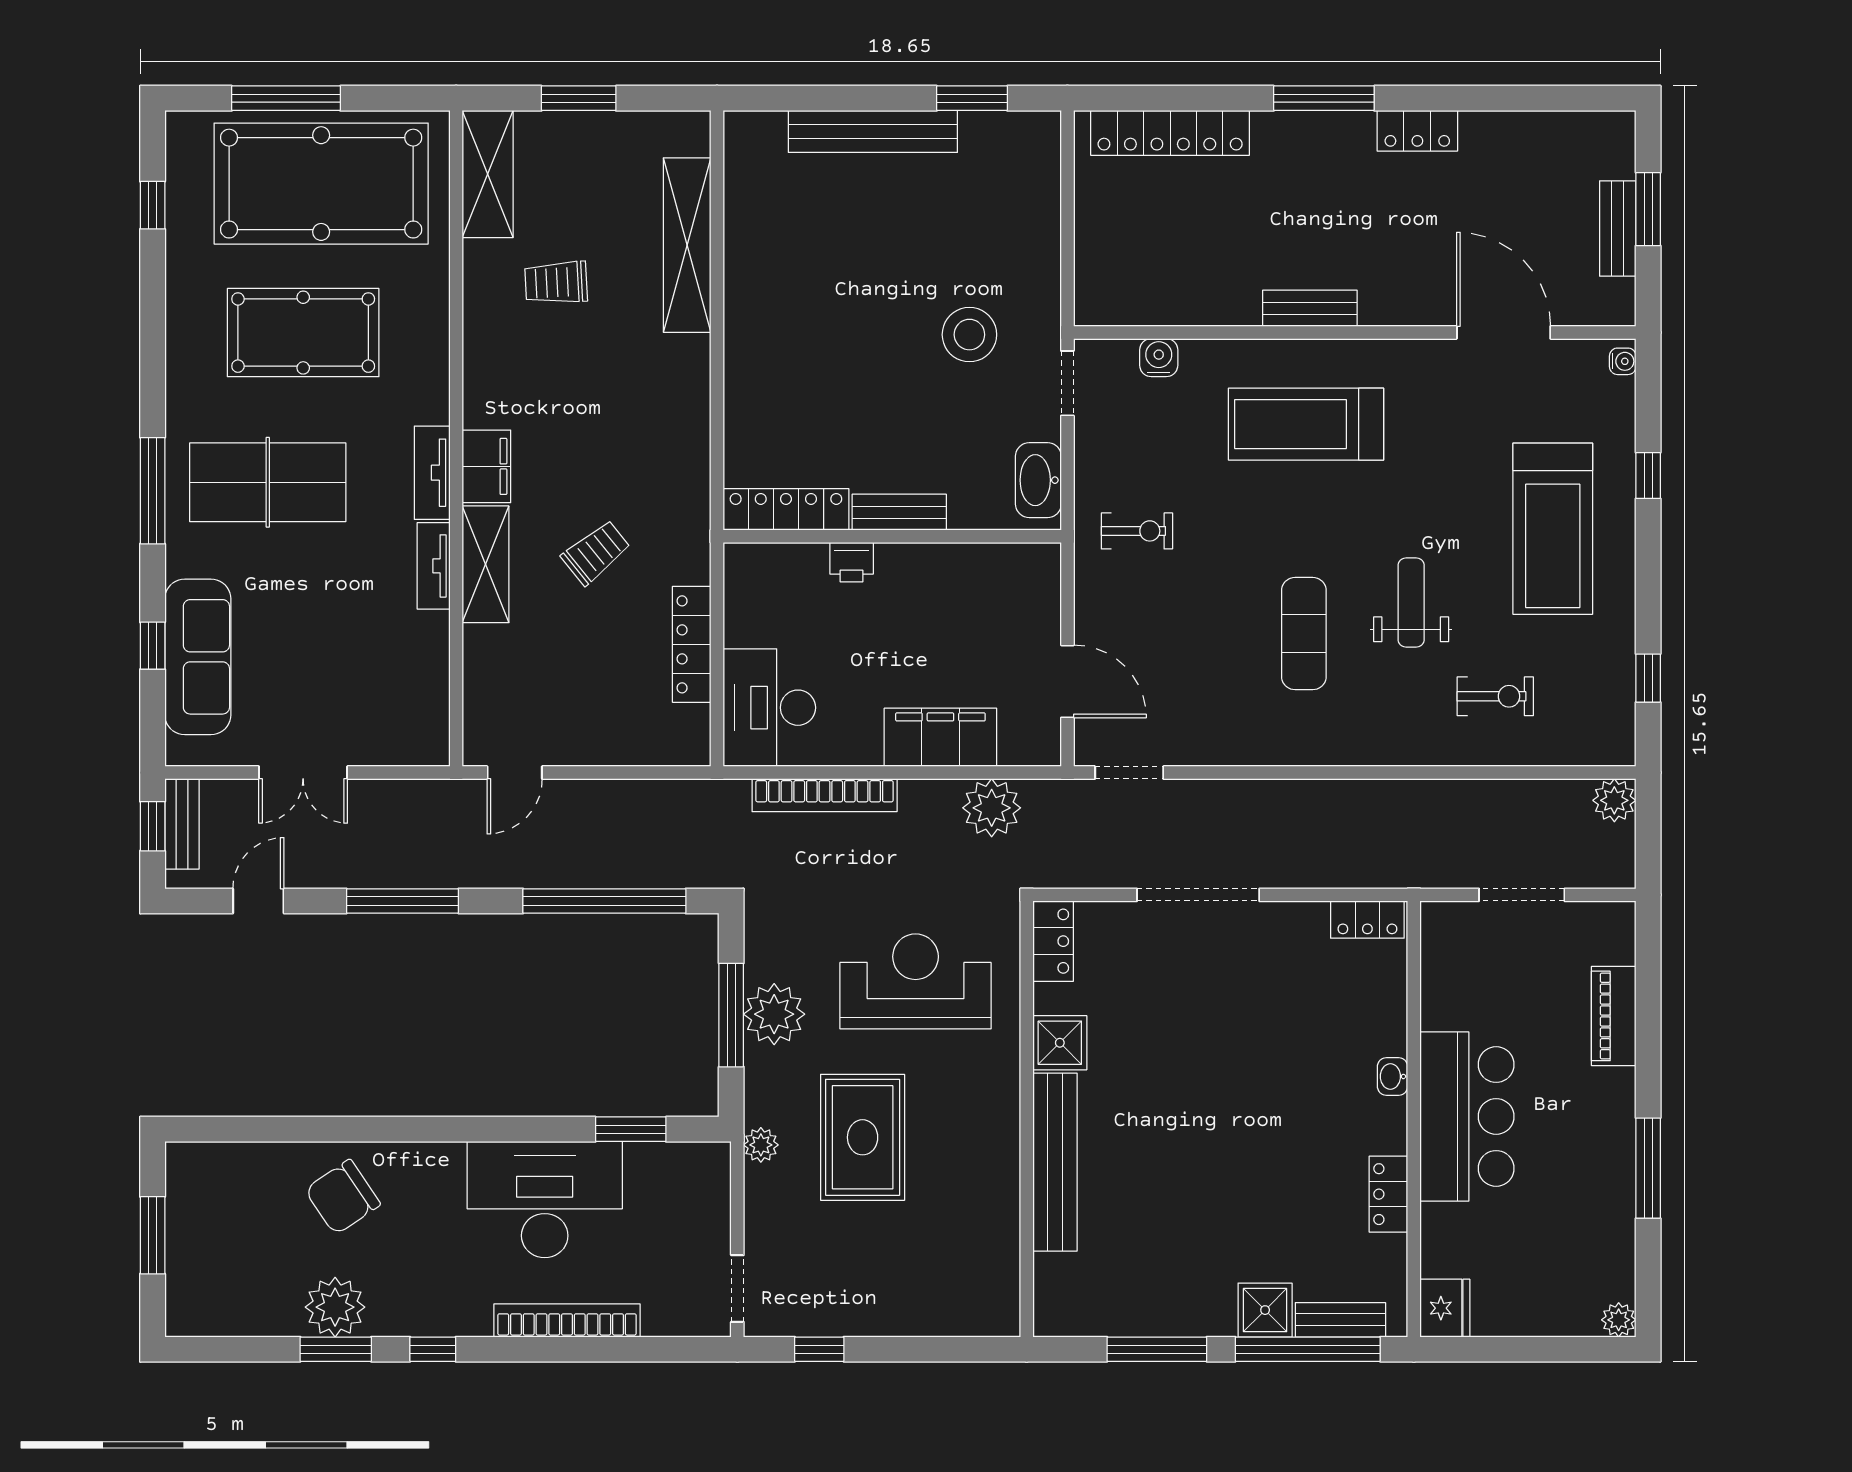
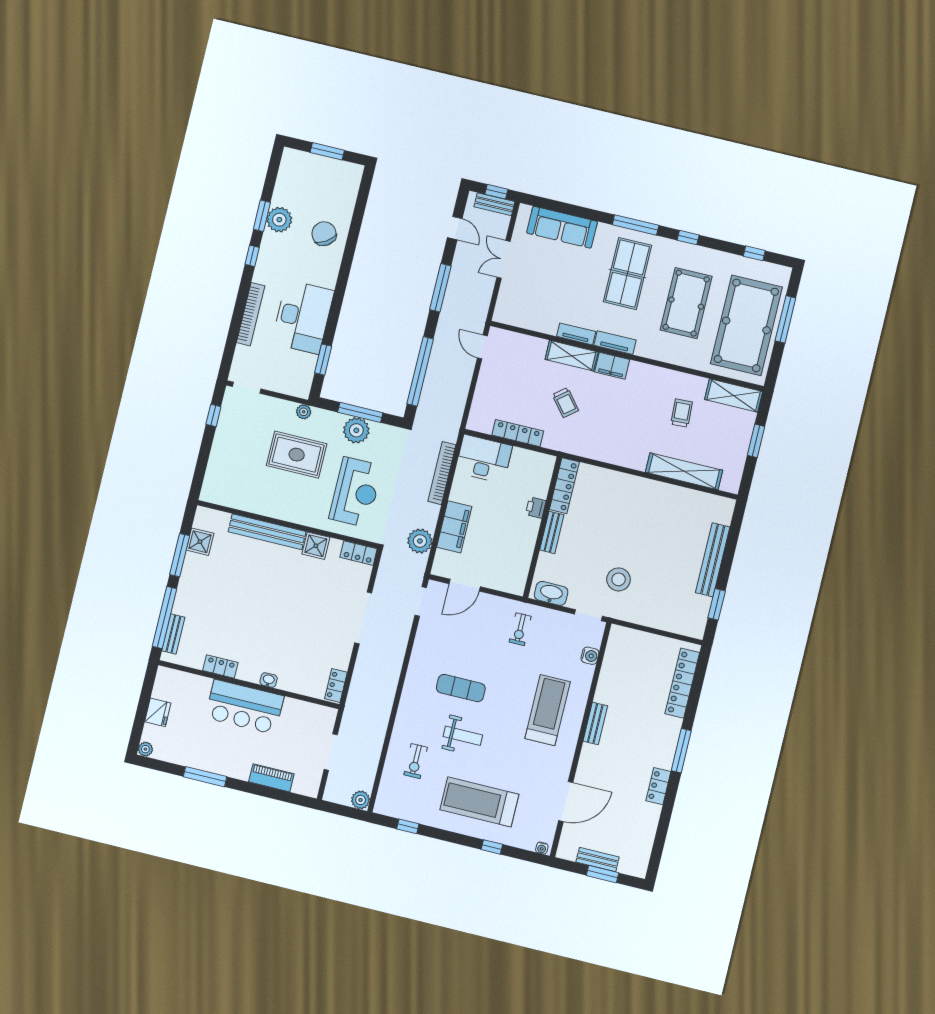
window: (153, 646) -> (688, 238), moved
fridge: (1445, 1308) -> (158, 712), moved, turned -90
shower: (1265, 1310) -> (200, 542), moved

